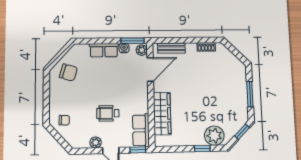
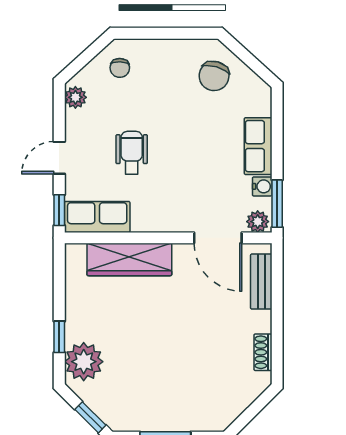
plant: (96, 142) -> (75, 97), moved

